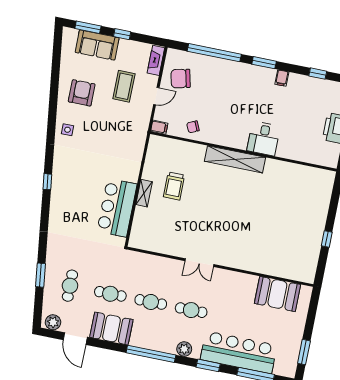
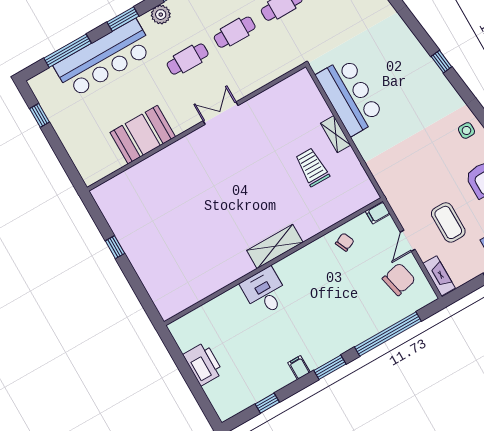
shelving: (235, 159) -> (275, 246), width x0.68
booth: (277, 294) -> (143, 135), moved
window: (304, 352) -> (39, 115), width x0.67

